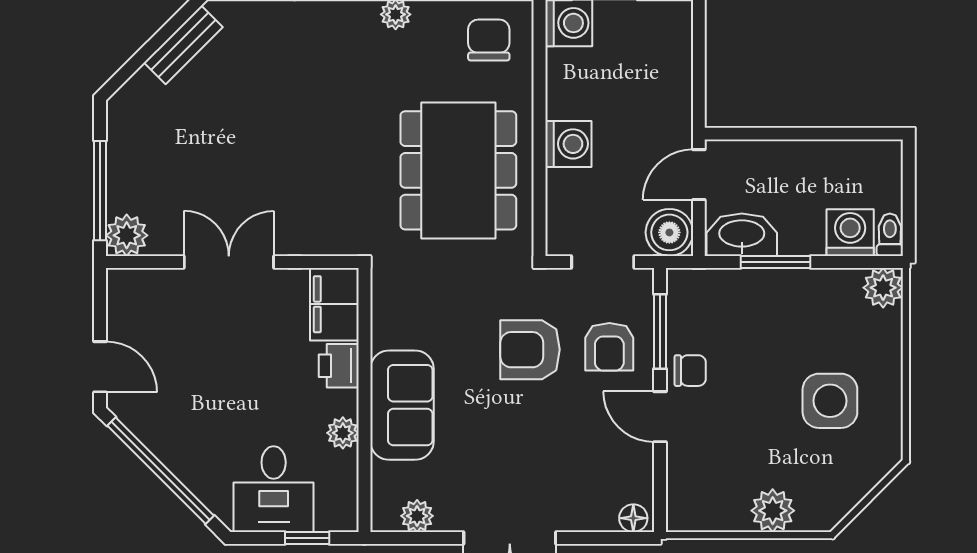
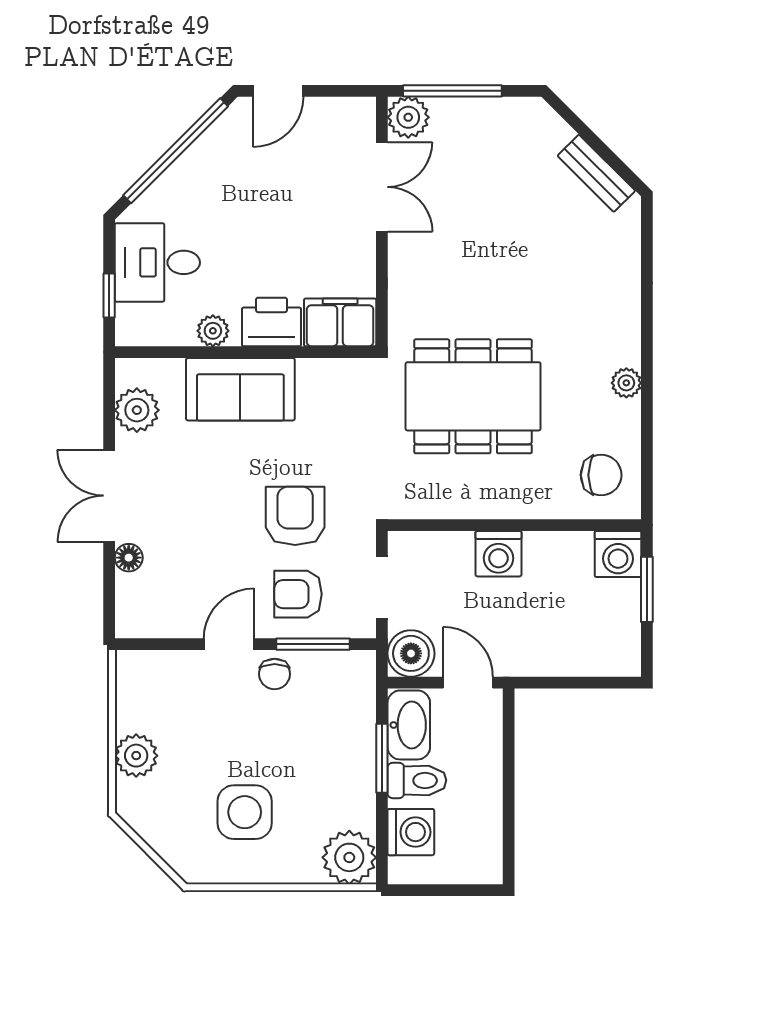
dining table: (458, 170) -> (473, 396), moved
toilet: (890, 235) -> (417, 780), moved, width x1.37, depth x1.39
double door: (229, 262) -> (382, 187), moved
plant: (883, 288) -> (349, 857), width x1.36, depth x1.36
printer: (339, 366) -> (271, 322), width x1.36, depth x1.24
plant: (417, 516) -> (137, 410), width x1.38, depth x1.38
floor lamp: (633, 518) -> (129, 558), moved

